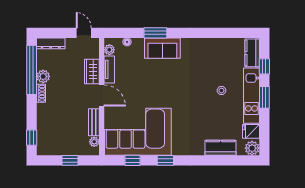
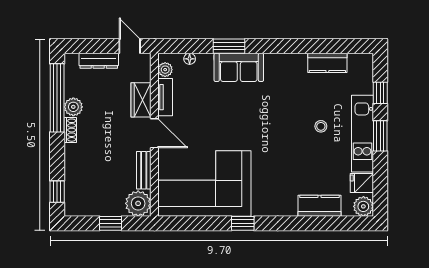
dresser: (51, 43) -> (99, 61), moved
kitchen counter: (252, 53) -> (327, 63), moved, turned -90
plant: (94, 142) -> (138, 203), width x1.88, depth x1.88
window: (132, 160) -> (197, 223), removed

